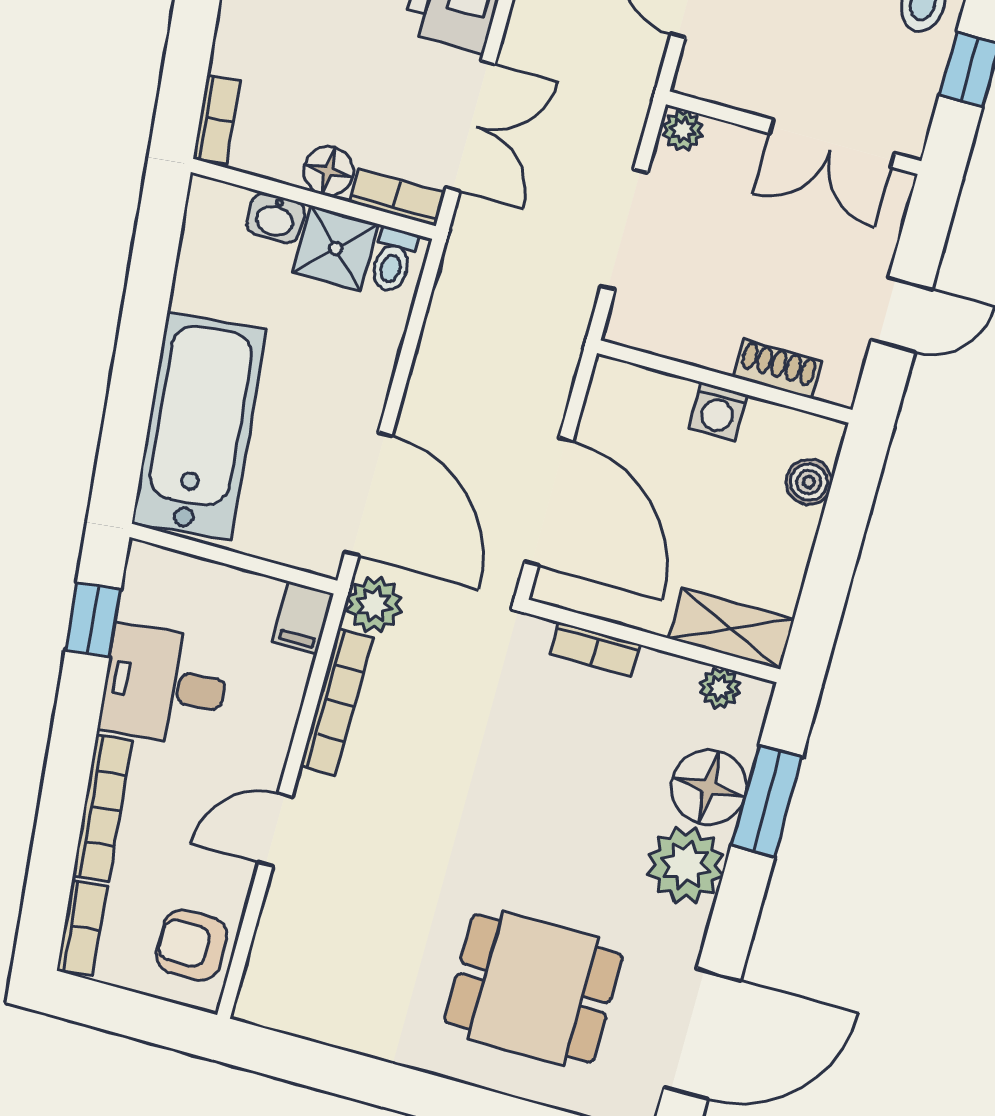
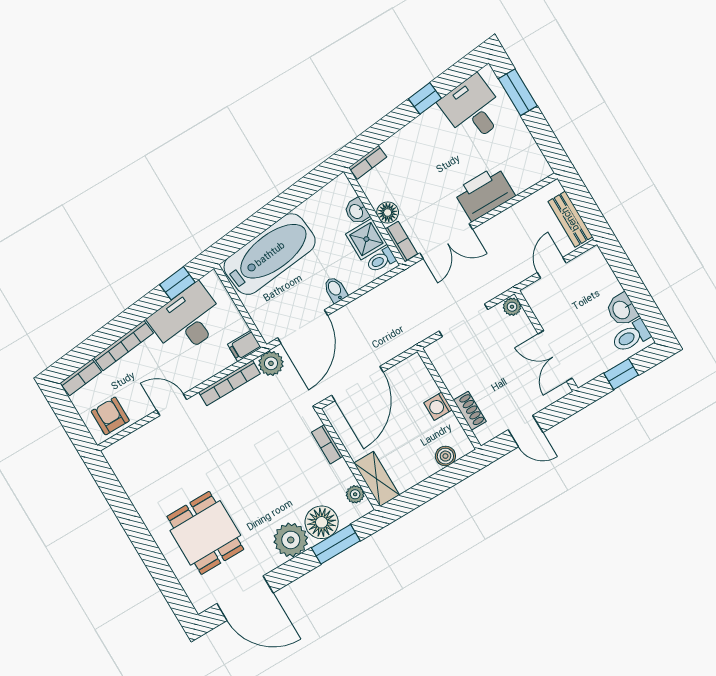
bidet: (364, 381) -> (335, 290), added
desk: (165, 685) -> (187, 320), width x1.37

